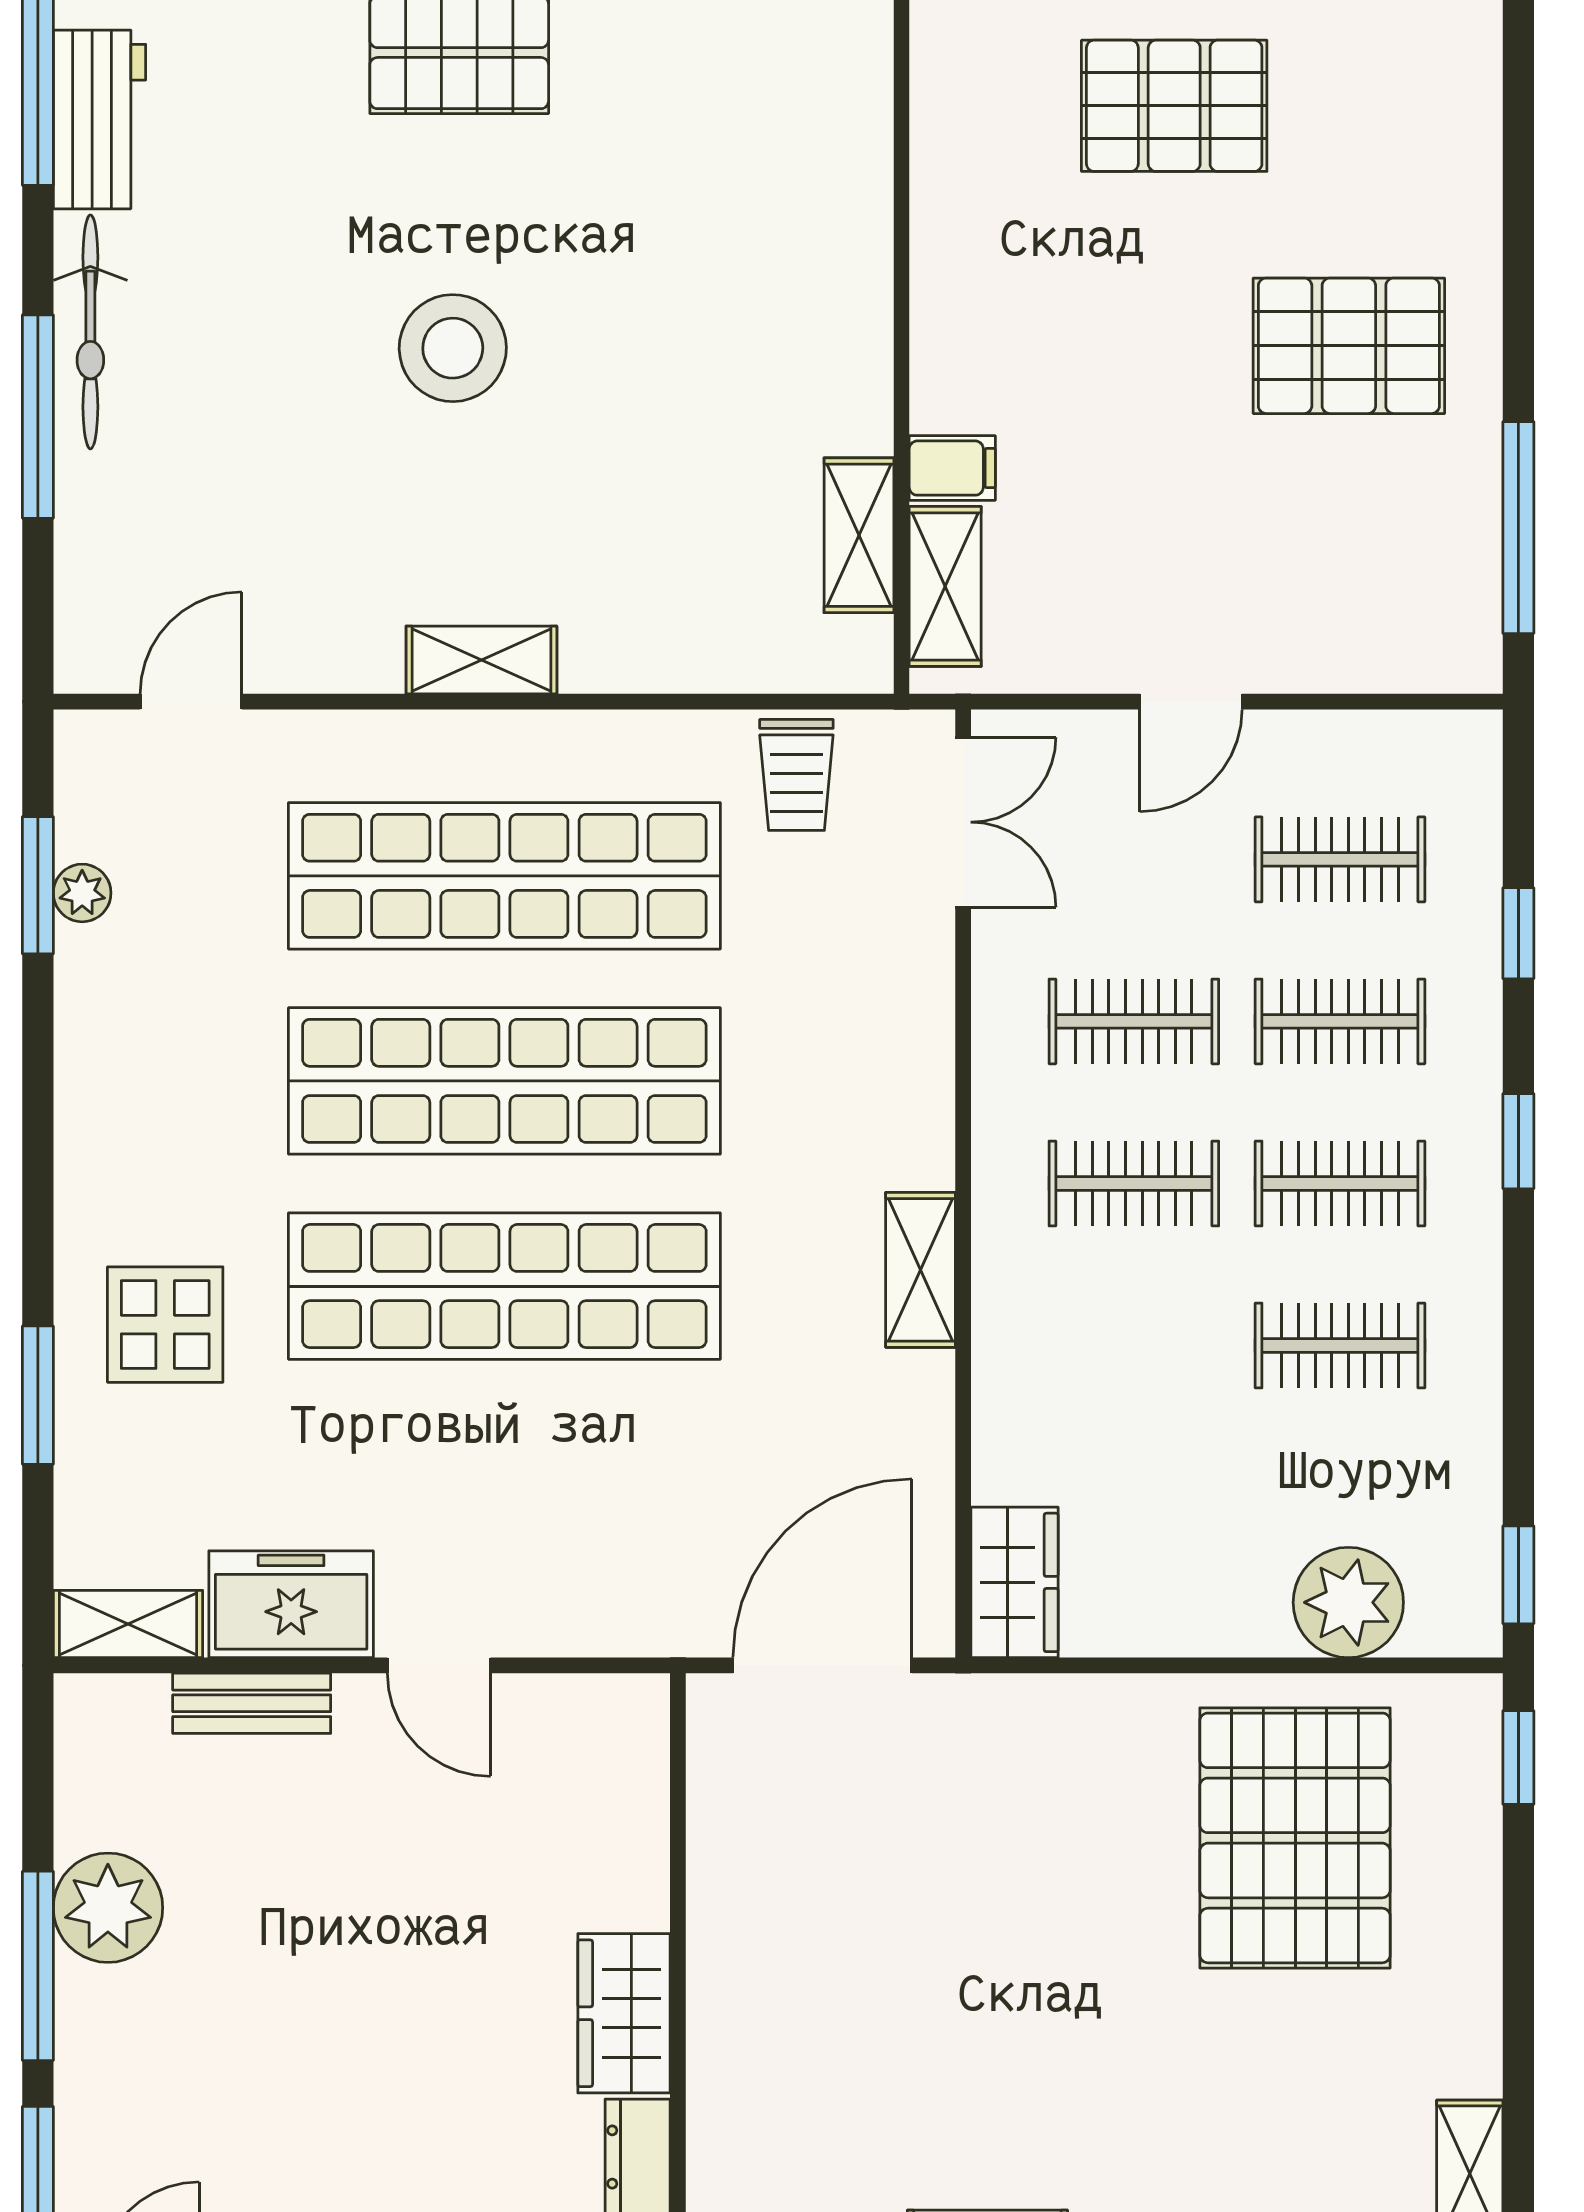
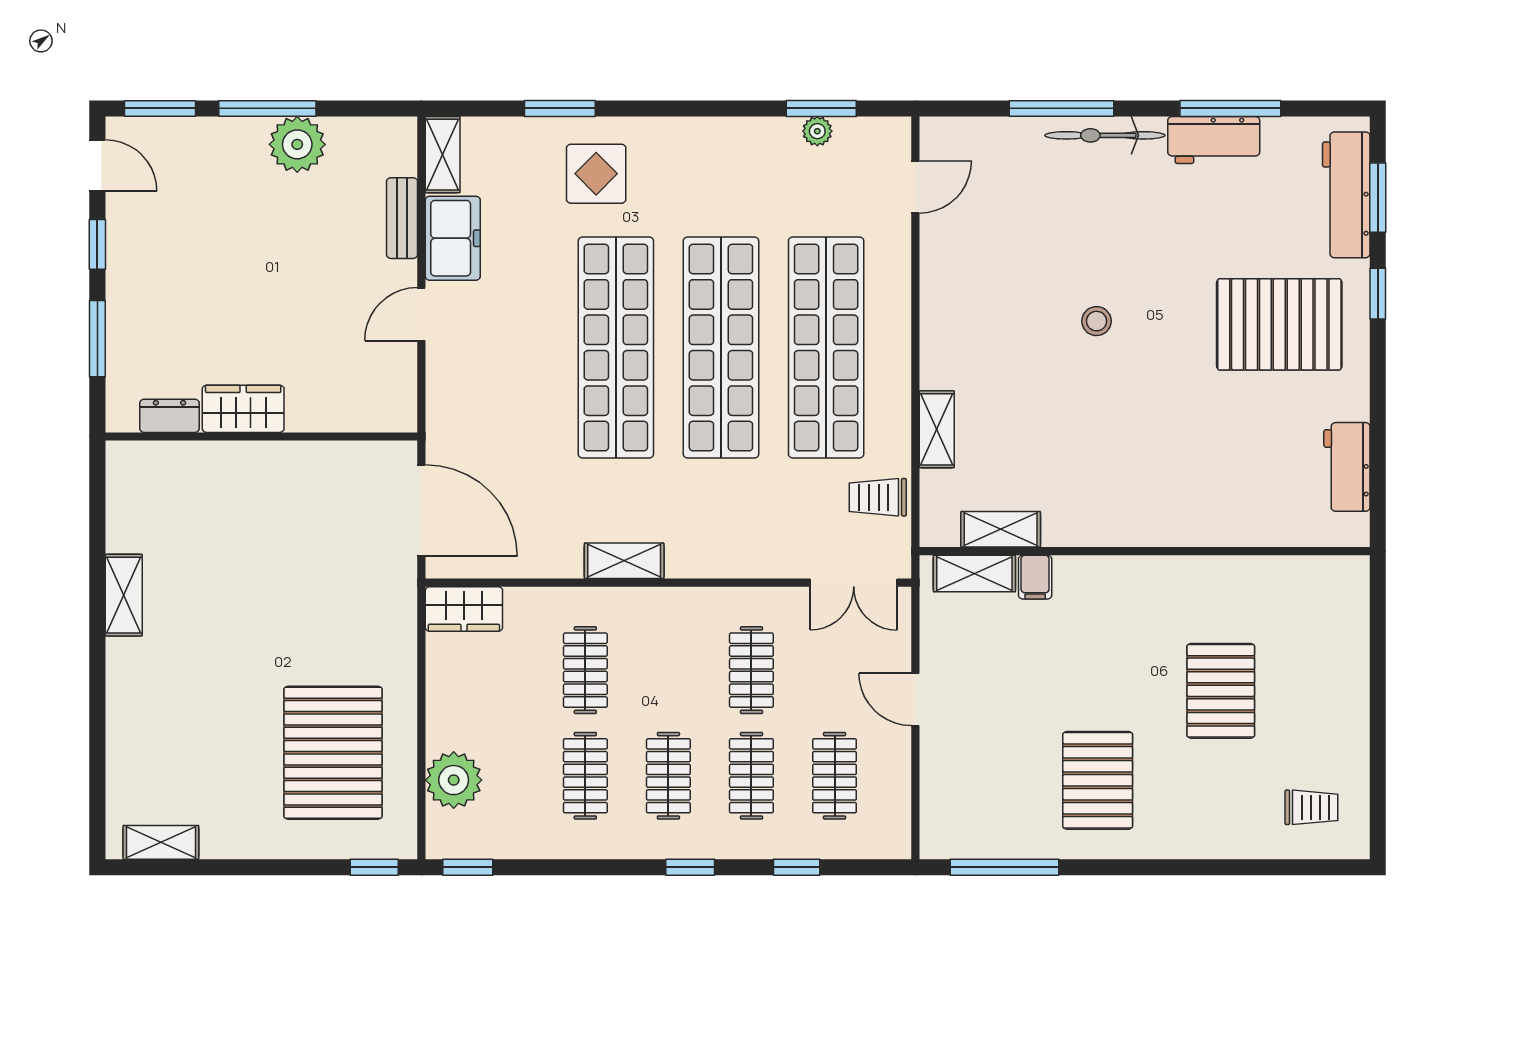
stool: (453, 348) -> (1097, 321), width x0.53, depth x0.53
shelving: (481, 660) -> (937, 429), moved
door: (191, 702) -> (915, 187), hinge flipped
clothes rail: (1134, 1183) -> (585, 670), moved
pallet: (1295, 1838) -> (333, 753), turned 90

